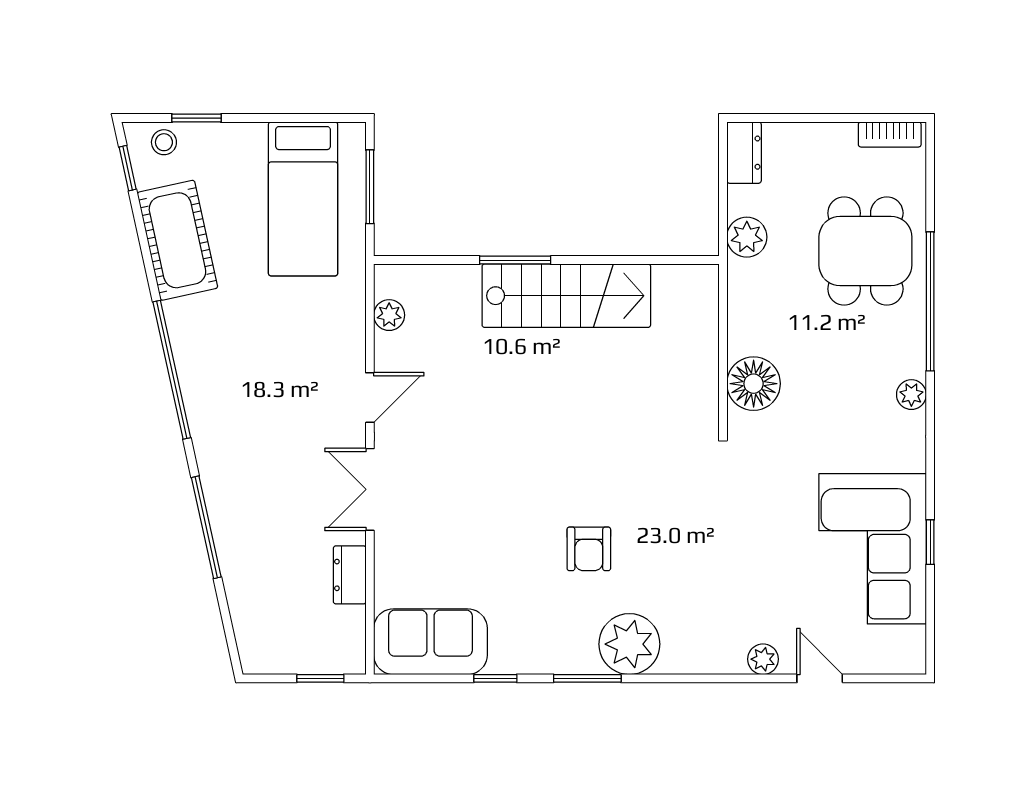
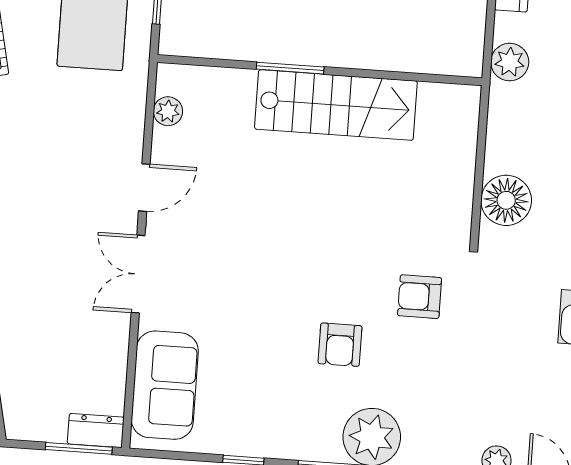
armchair: (669, 492) -> (420, 297), added
dresser: (350, 575) -> (96, 431), moved, turned 90
sofa: (430, 642) -> (165, 385), moved, turned 90
window: (320, 678) -> (79, 448), width x1.50

